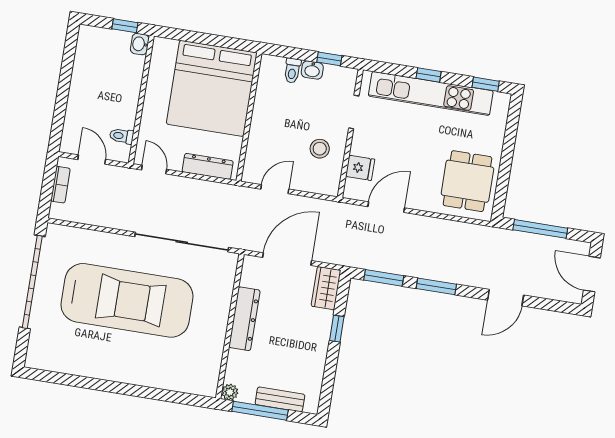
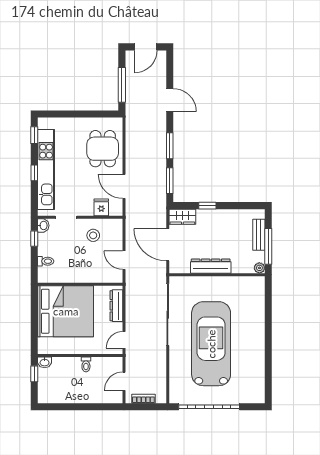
washbasin: (312, 70) -> (43, 225), moved
toilet: (122, 136) -> (86, 364), moved
dining table: (467, 181) -> (103, 149), moved, turned 90

